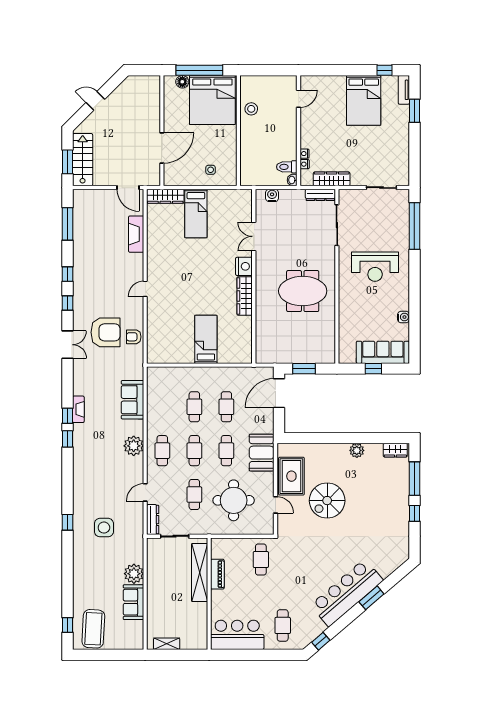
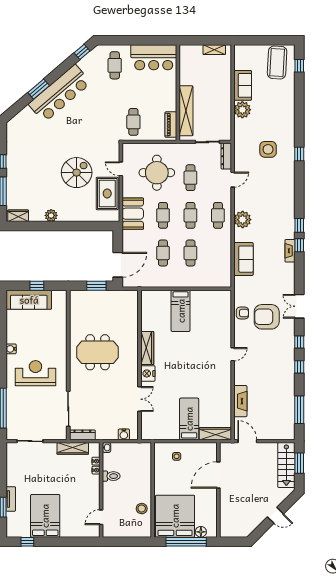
tv unit: (404, 90) -> (11, 499), moved
toilet: (287, 167) -> (111, 476), moved
water cooler: (404, 317) -> (11, 349), moved
piano: (217, 574) -> (171, 125), moved

